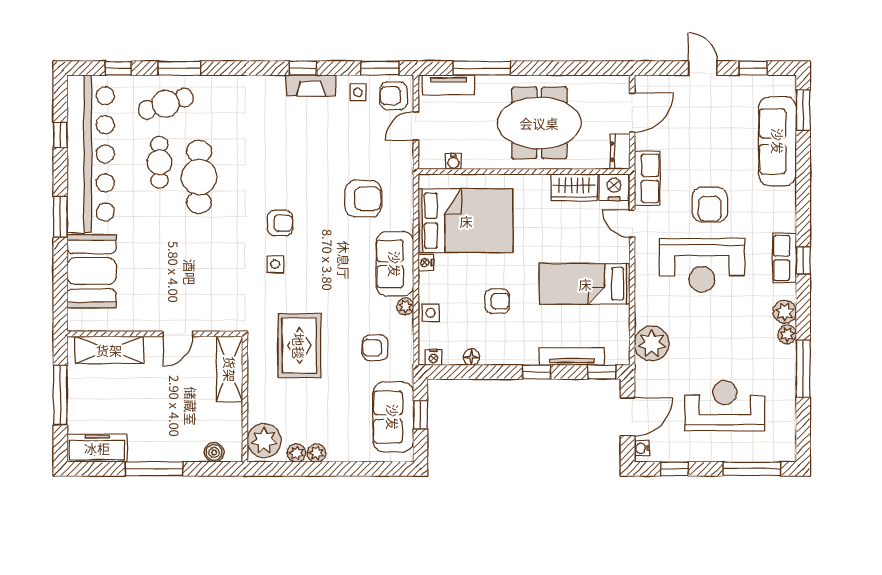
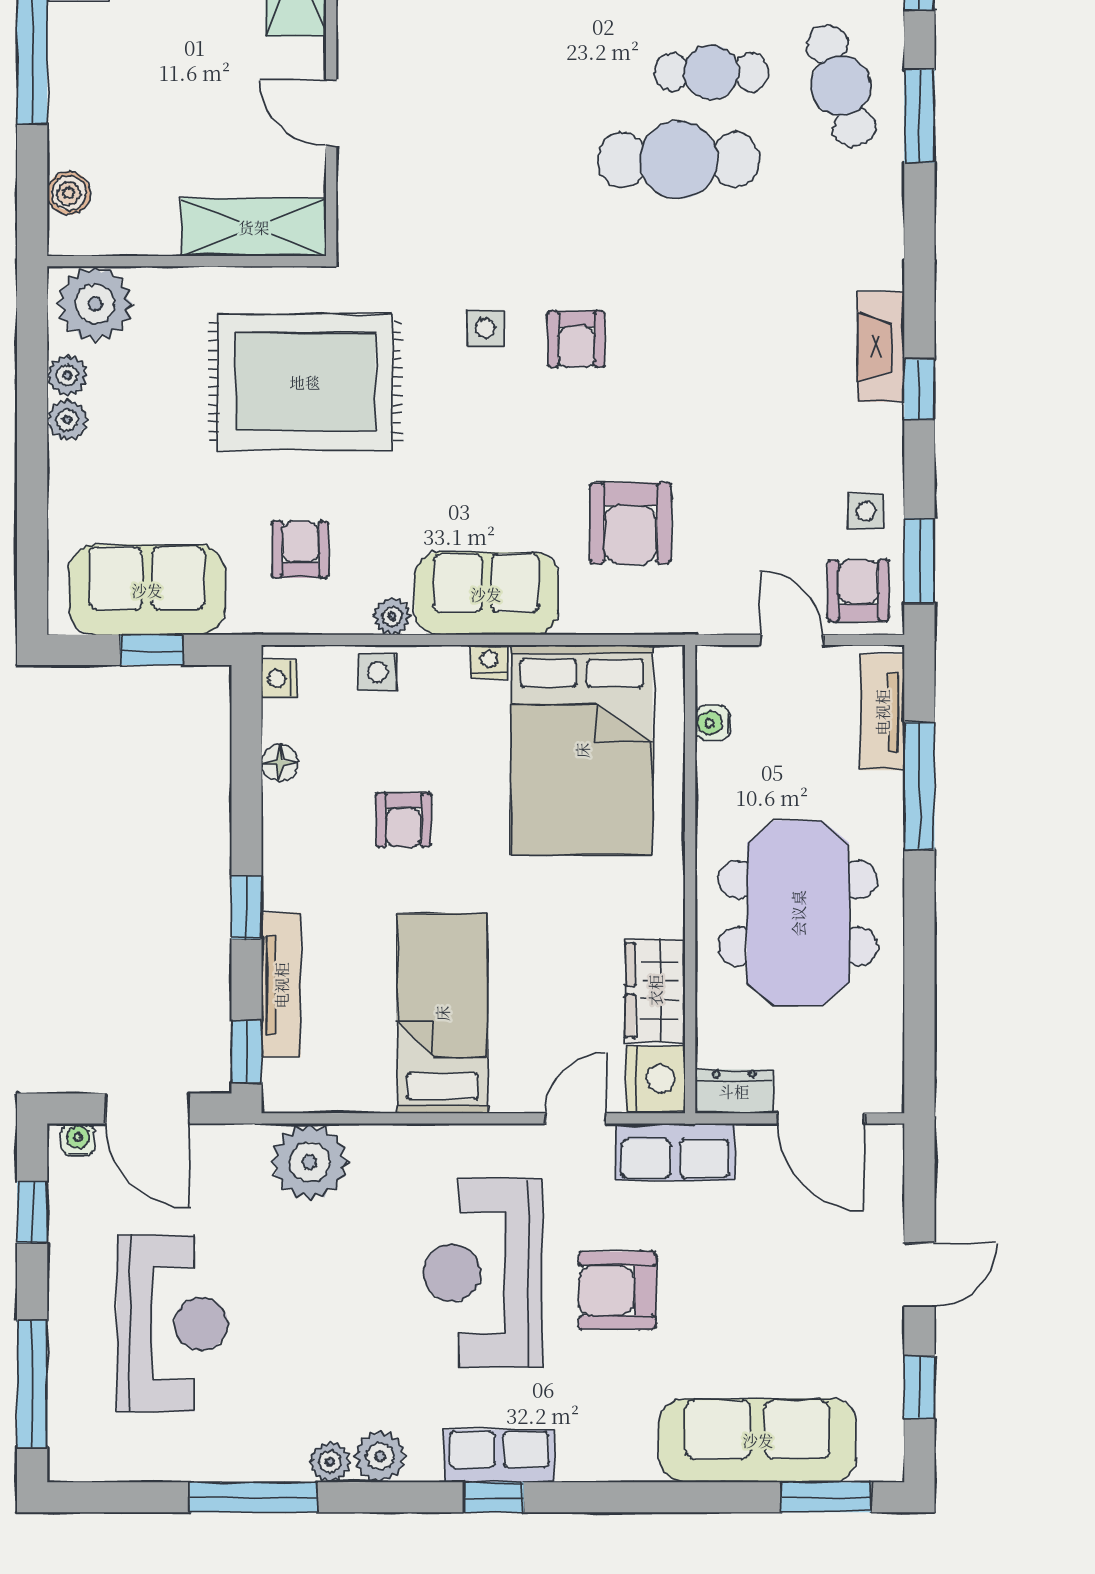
fireplace: (311, 86) -> (881, 347), moved
rug: (299, 346) -> (305, 382), width x1.37, depth x1.44

